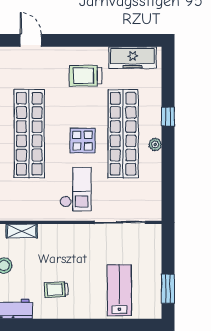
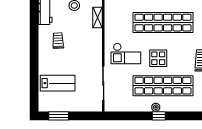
window: (168, 117) -> (159, 116), moved

